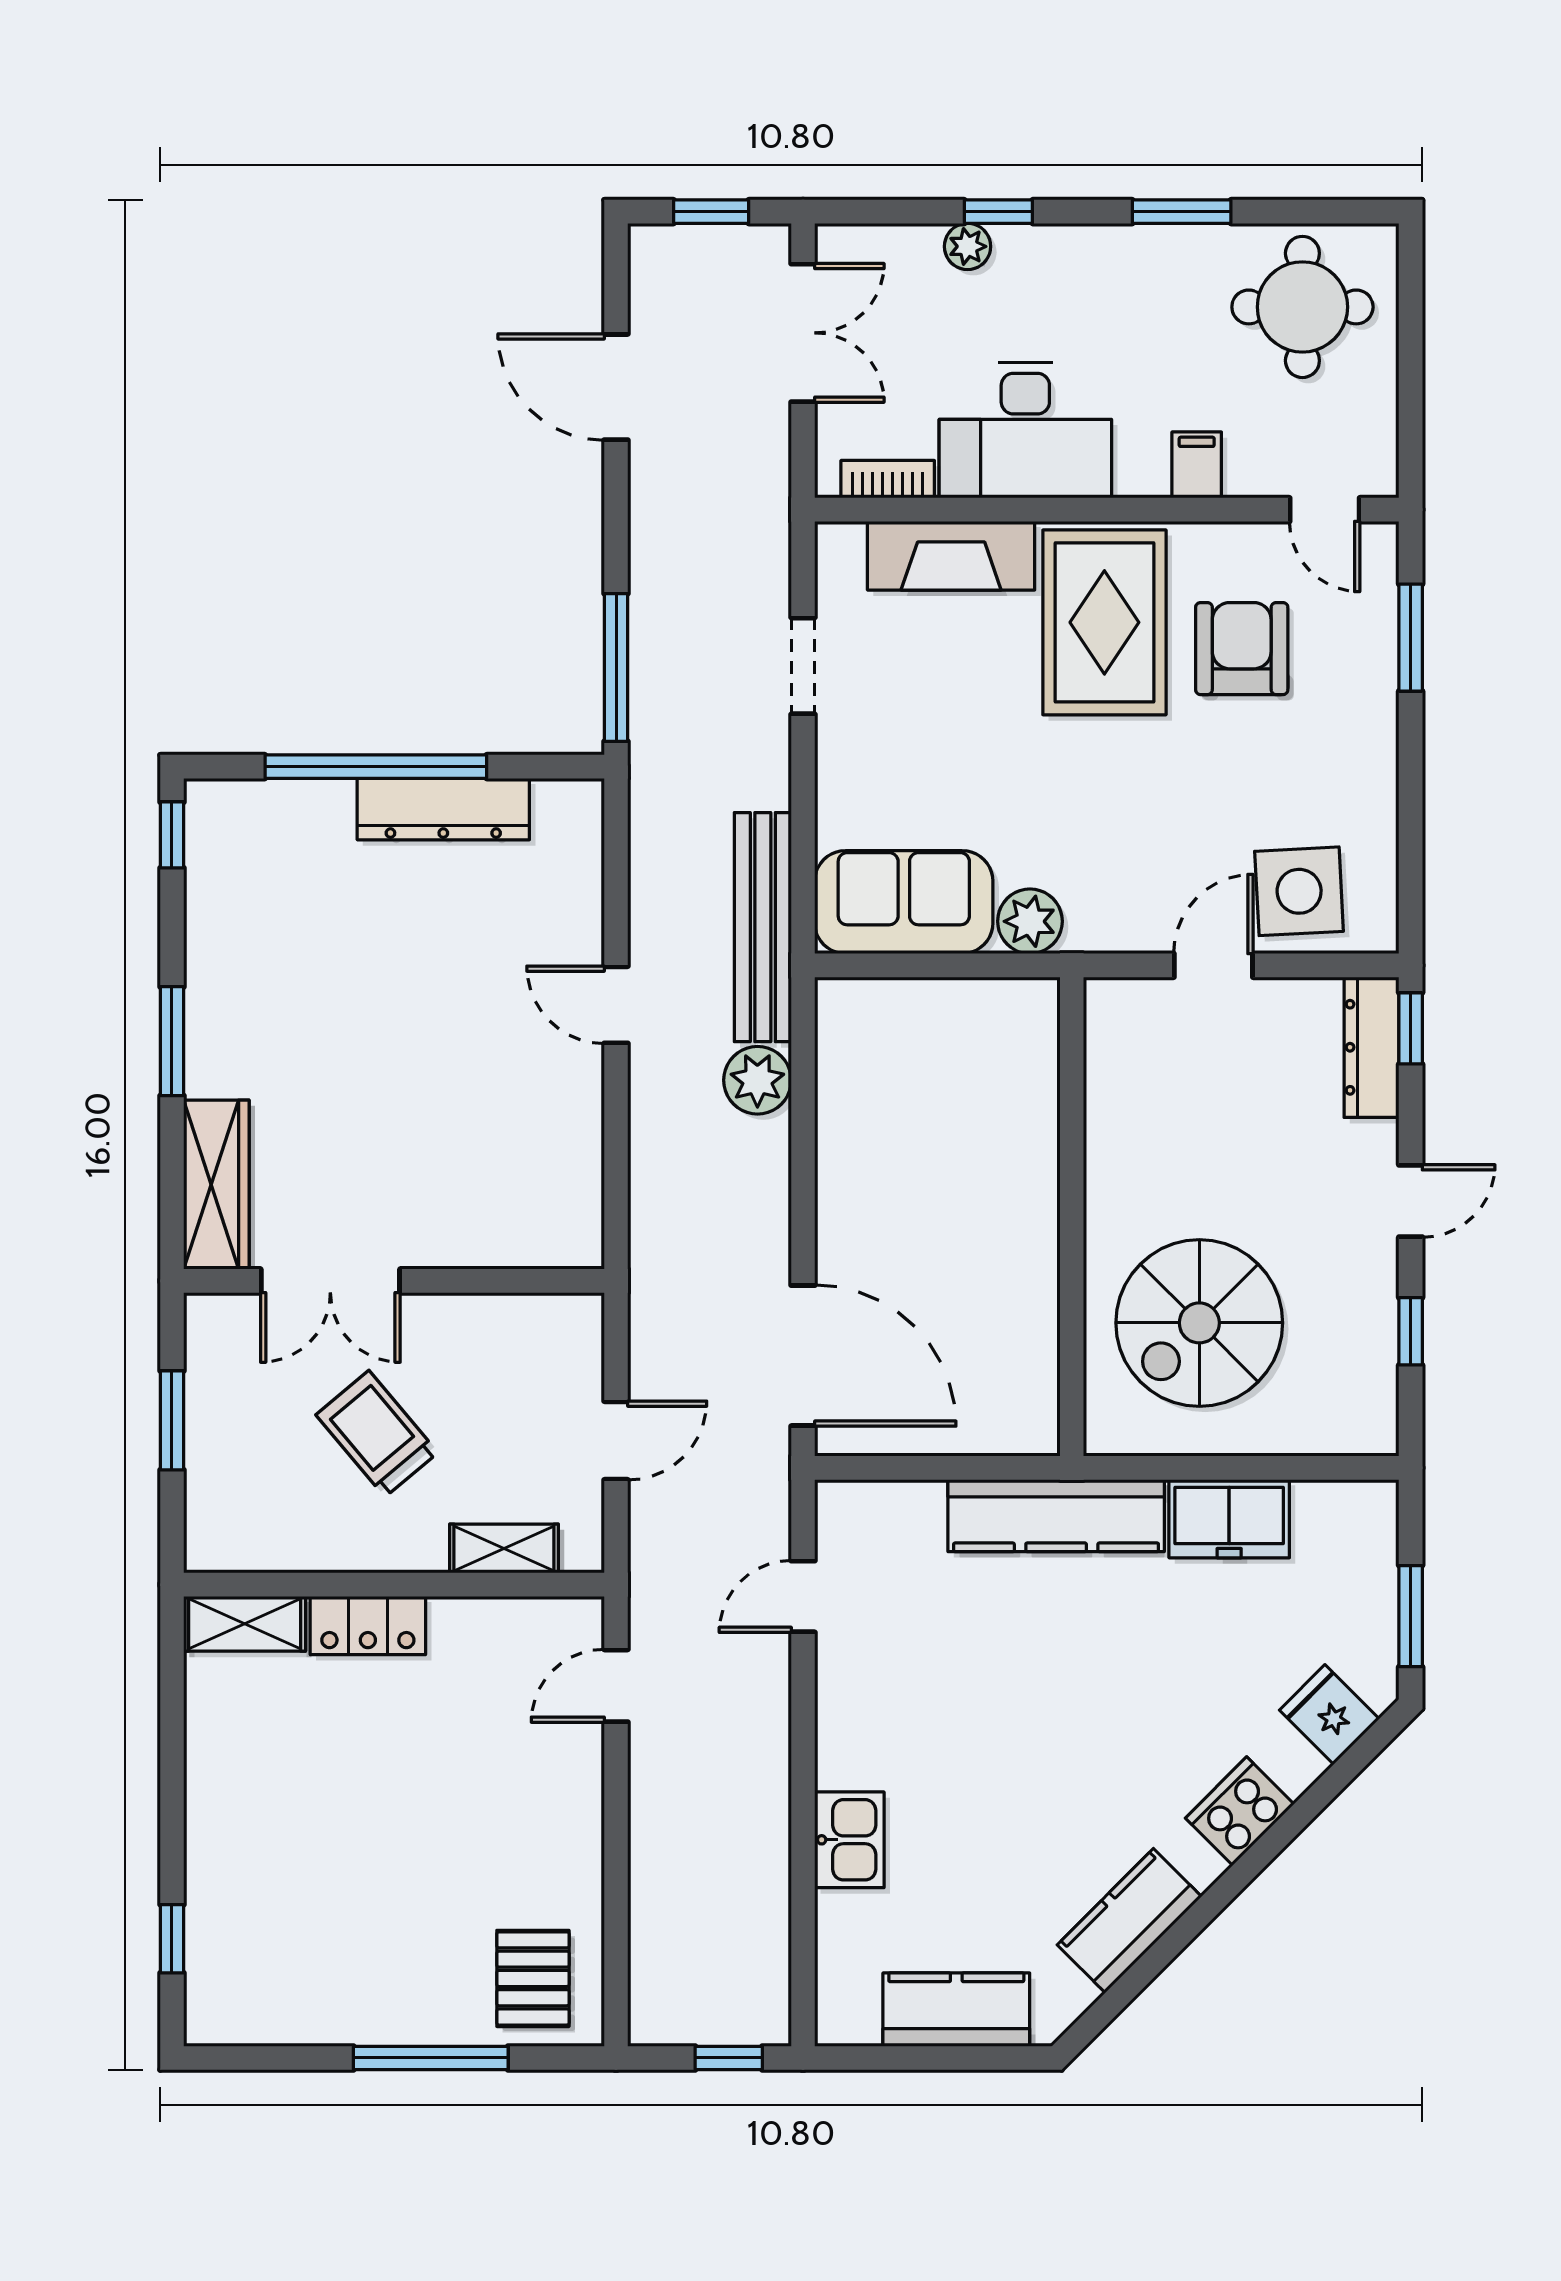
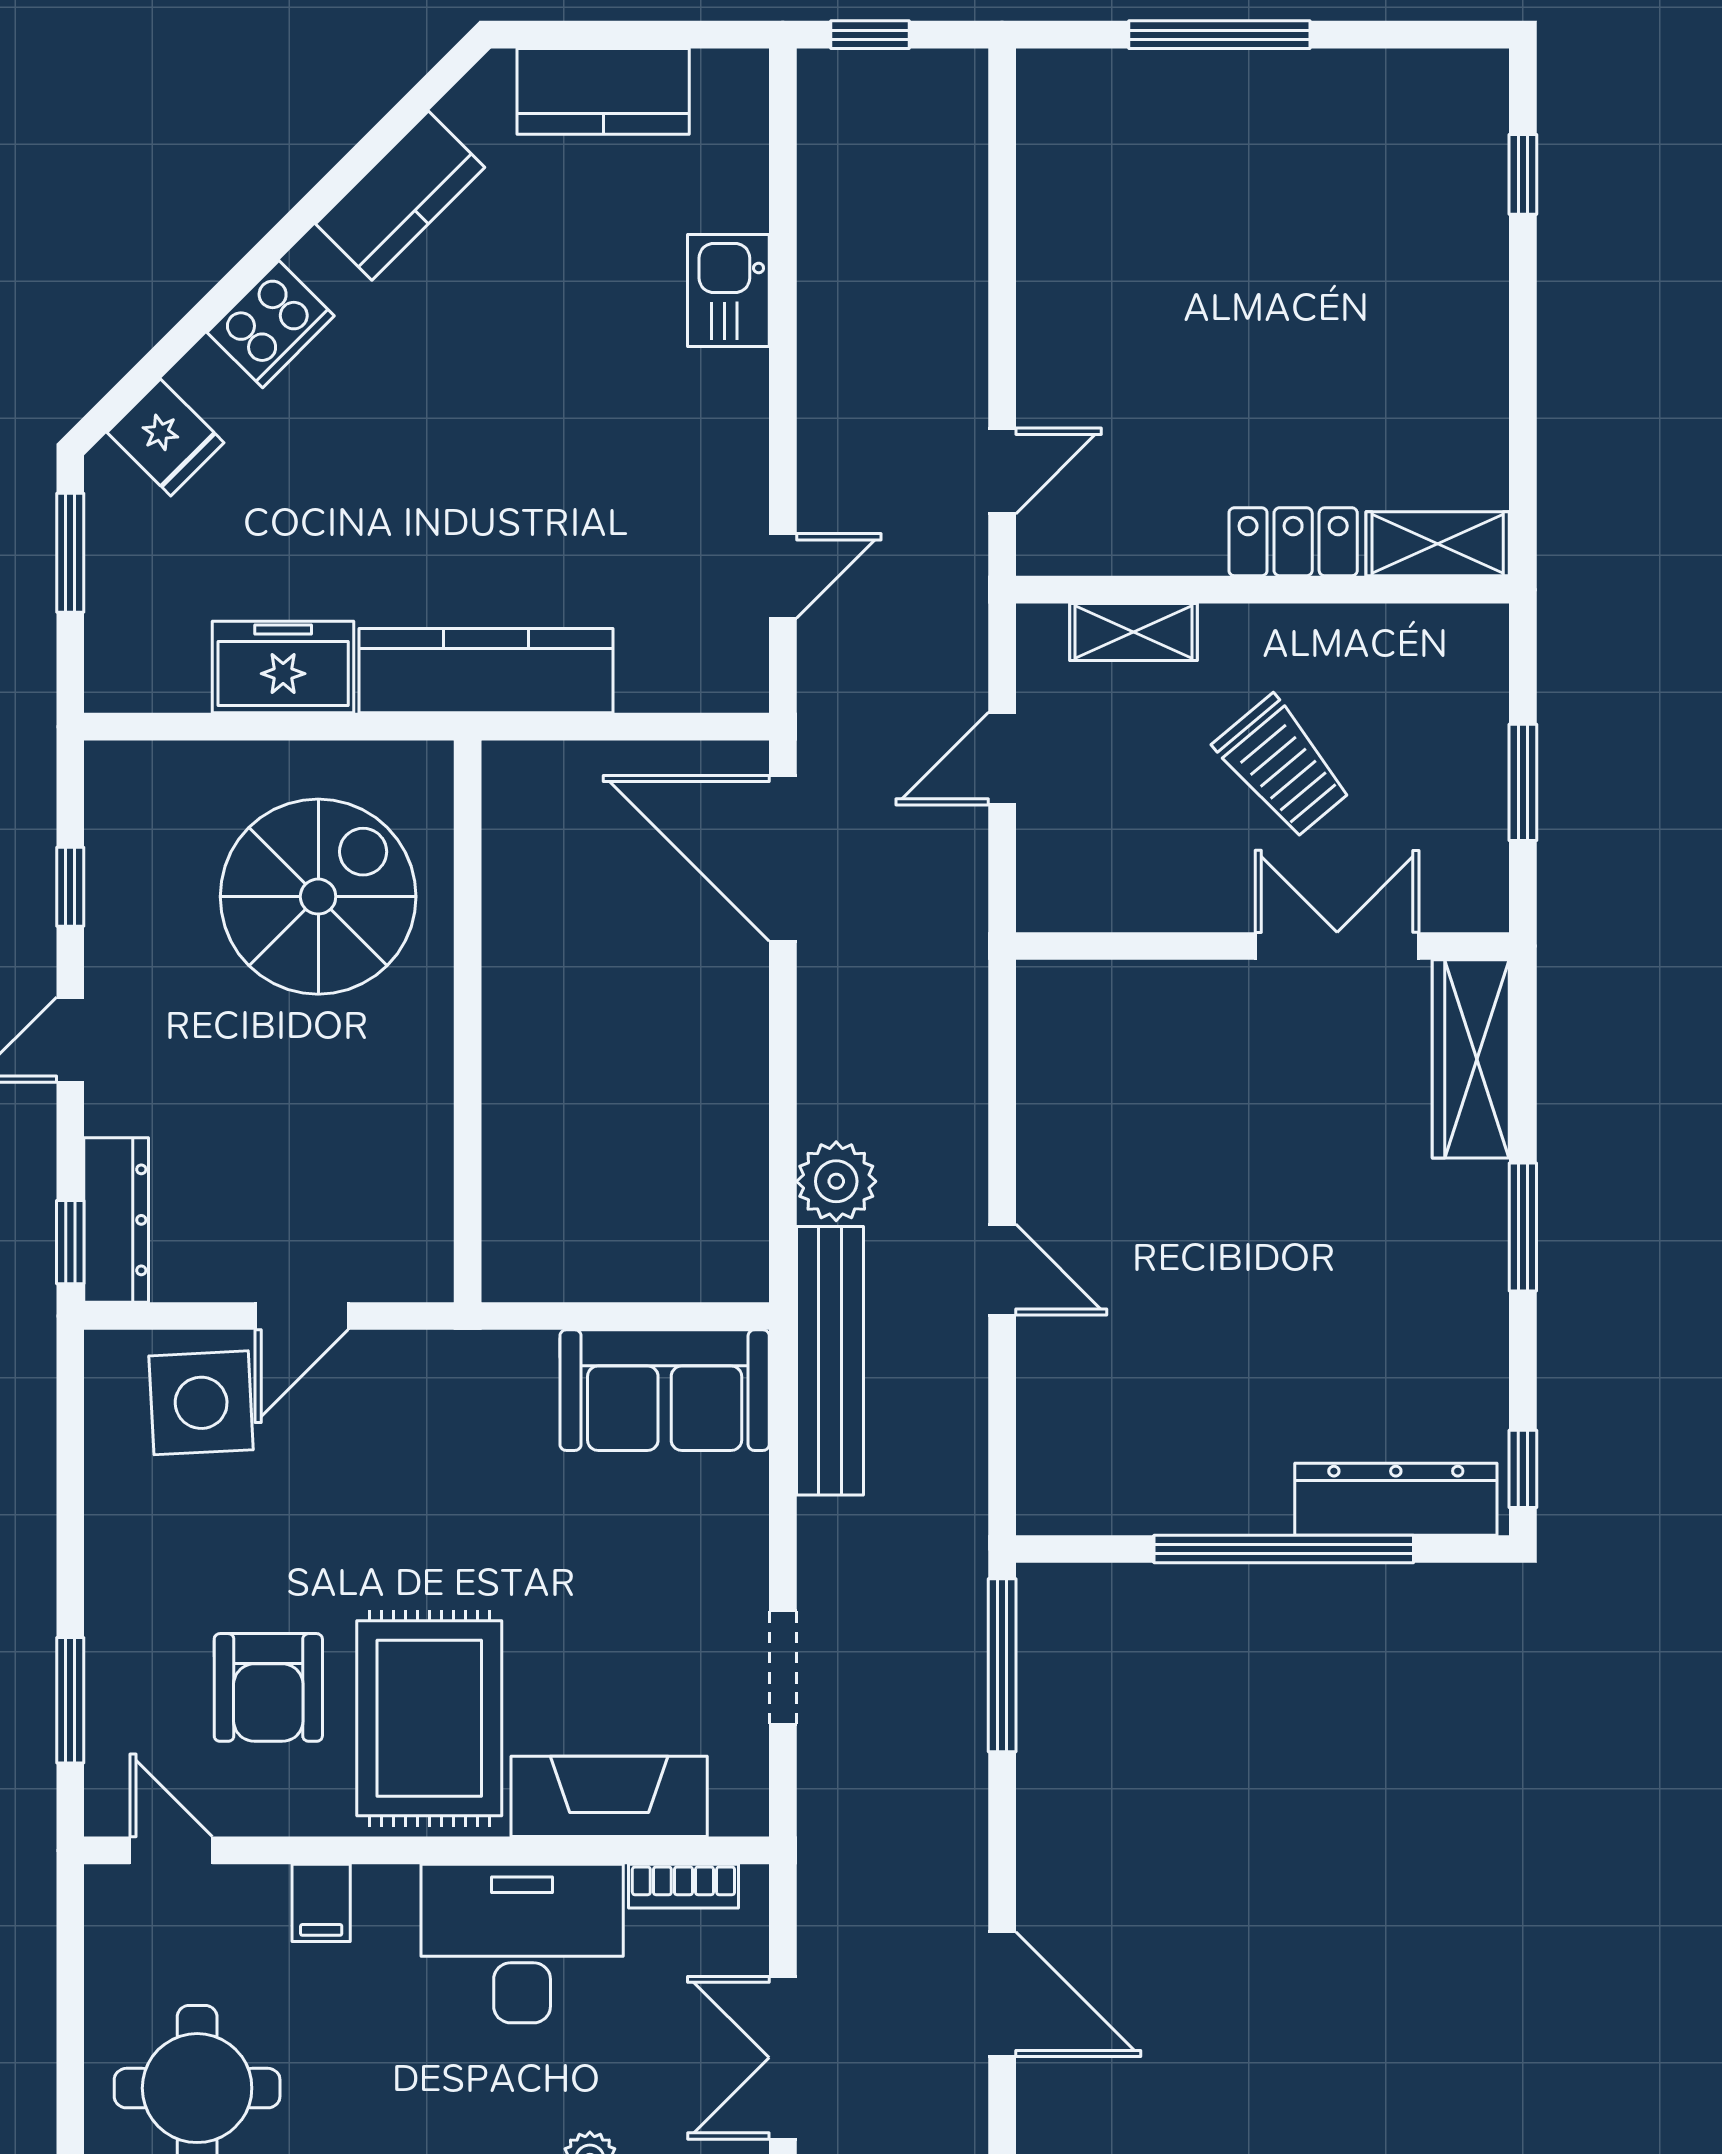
dresser: (443, 809) -> (1396, 1499), moved
plant: (1030, 921) -> (517, 1368), removed
pallet: (533, 1978) -> (1100, 128), removed

